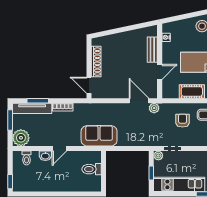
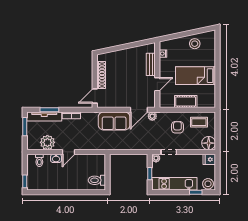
door: (89, 85) -> (95, 96), hinge flipped
door: (139, 101) -> (139, 110), swing flipped
sofa: (99, 136) -> (114, 121), moved, turned 180
plant: (21, 138) -> (47, 142), moved
toilet: (91, 169) -> (97, 180), moved

